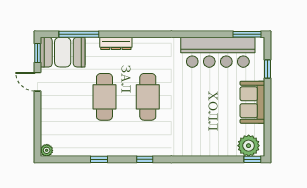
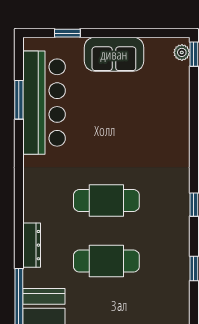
window: (247, 34) -> (19, 100), moved
plant: (249, 146) -> (182, 52), width x0.53, depth x0.53

